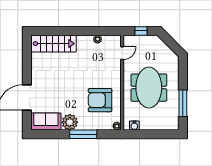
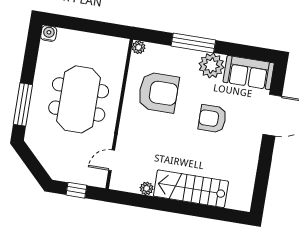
stairs: (54, 44) -> (191, 189), moved
armchair: (64, 89) -> (212, 119), added
window: (183, 103) -> (23, 104), moved
water cooler: (134, 126) -> (49, 33), moved

